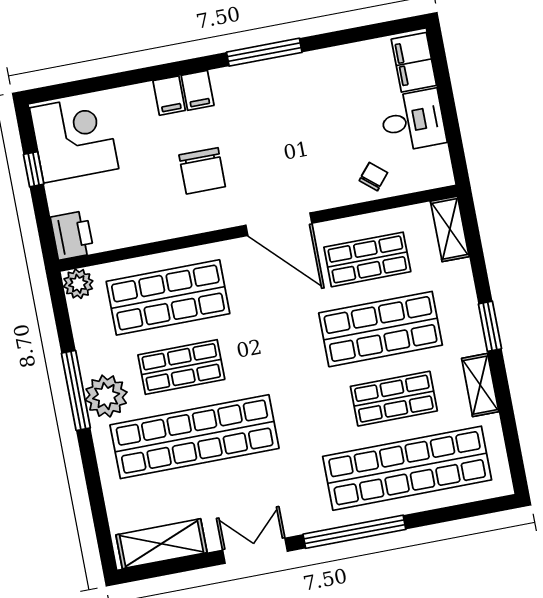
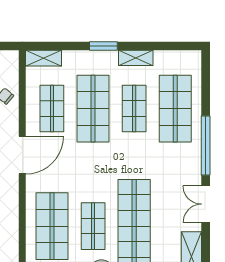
shop shelf: (407, 468) -> (175, 109), width x0.71

